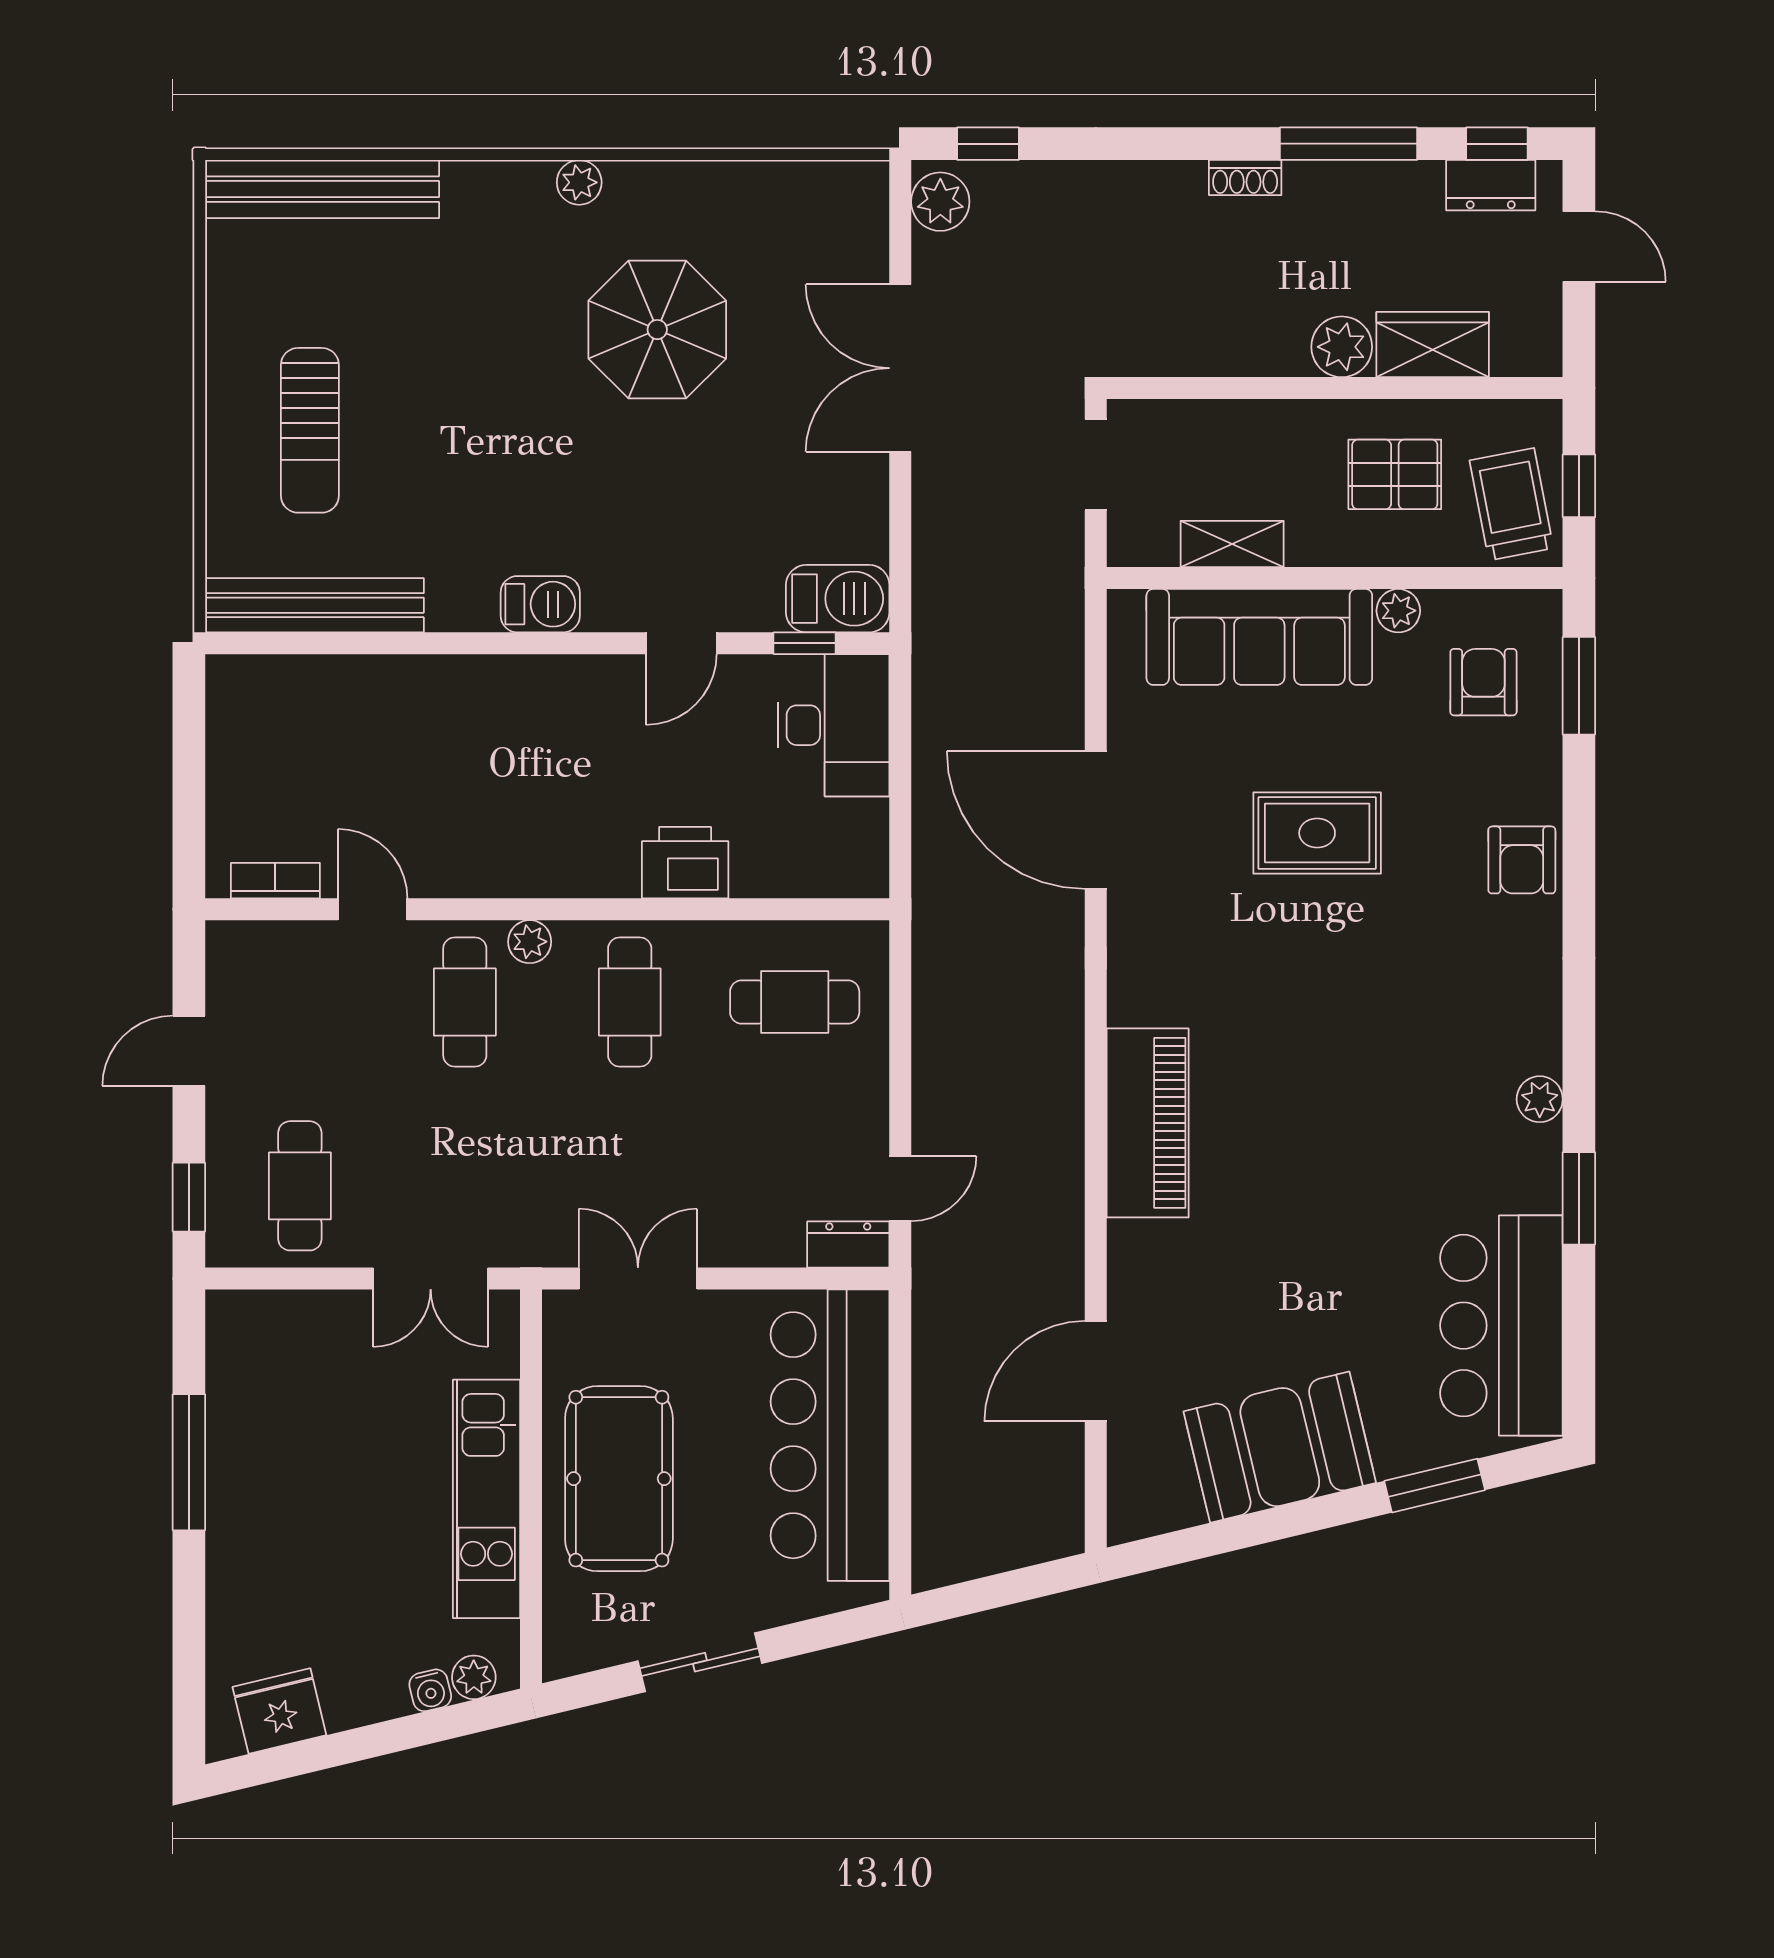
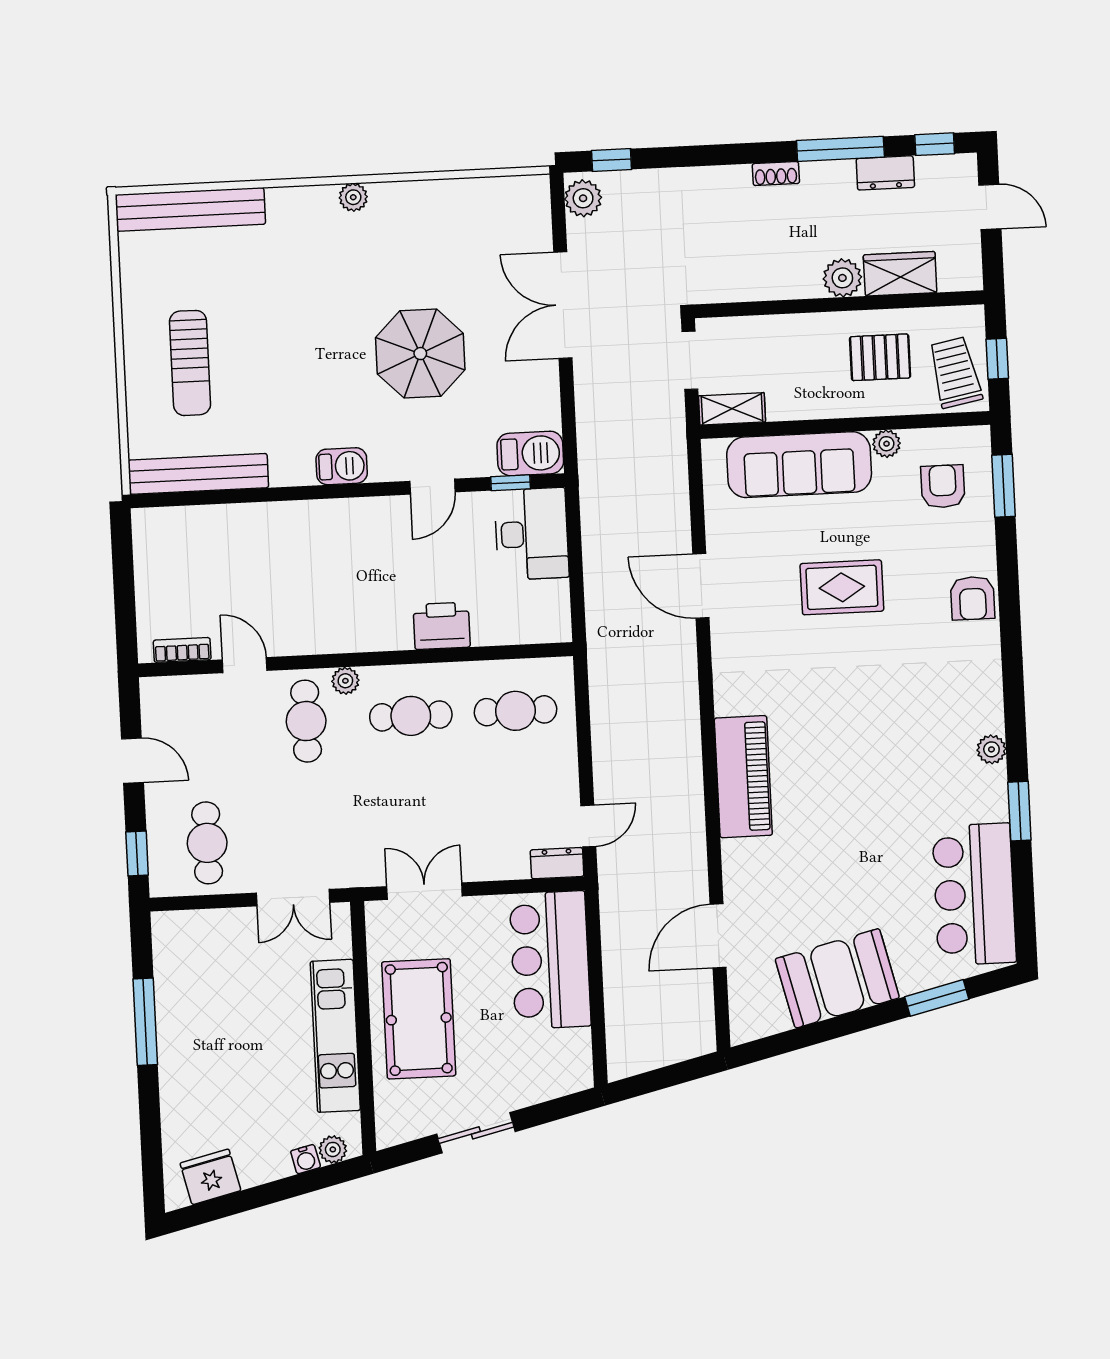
dresser: (1491, 185) -> (885, 173), moved
parasol: (657, 330) -> (420, 354), moved
shelving: (1232, 544) -> (732, 409), moved
door: (1096, 820) -> (701, 586), width x0.73
cafe table: (630, 1002) -> (411, 716), turned 90
door: (189, 1051) -> (132, 761), swing flipped
bar counter: (830, 1435) -> (550, 960), width x0.73

